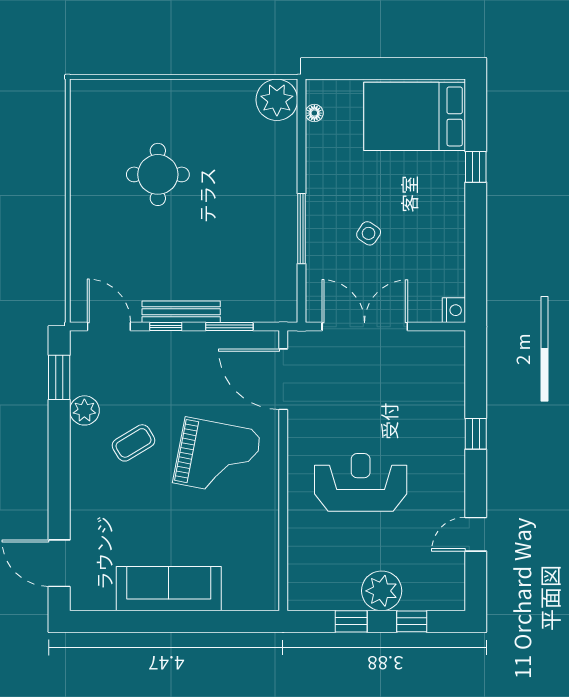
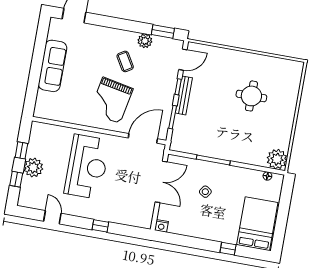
reception desk: (361, 482) -> (87, 167), width x1.36, depth x1.30

